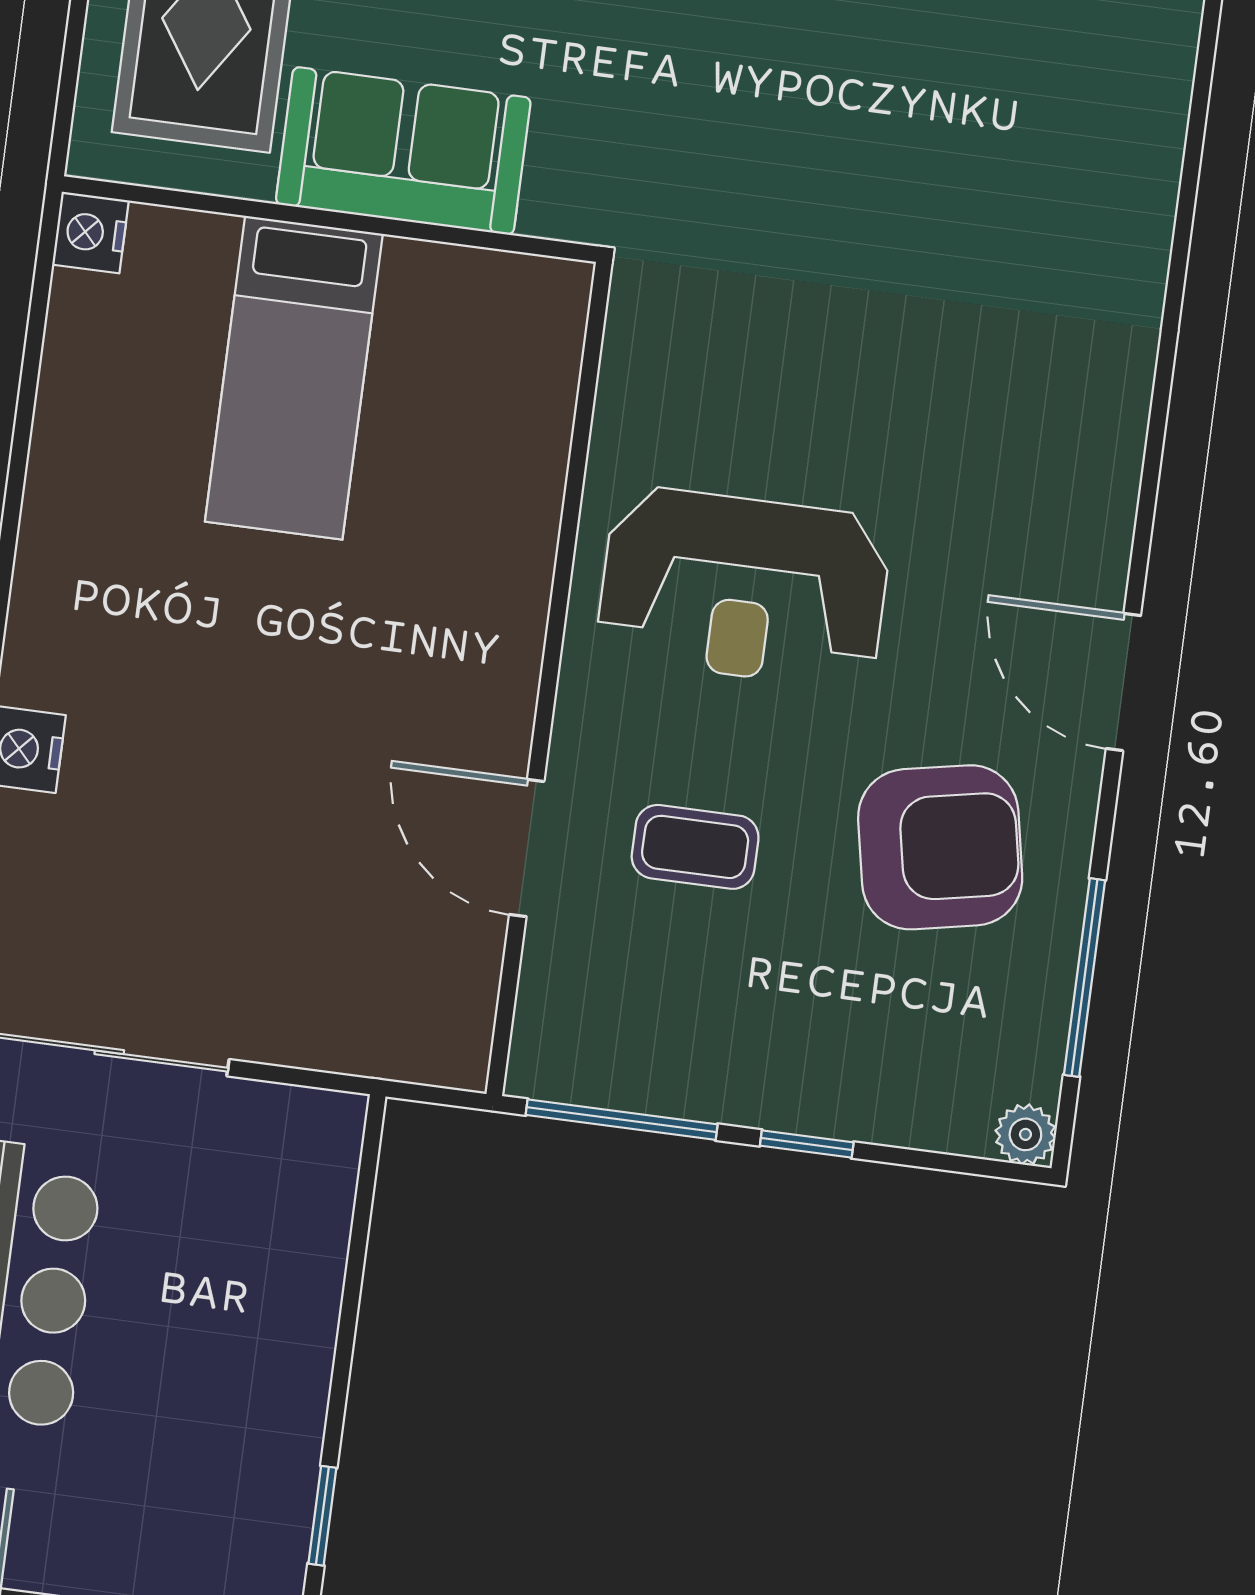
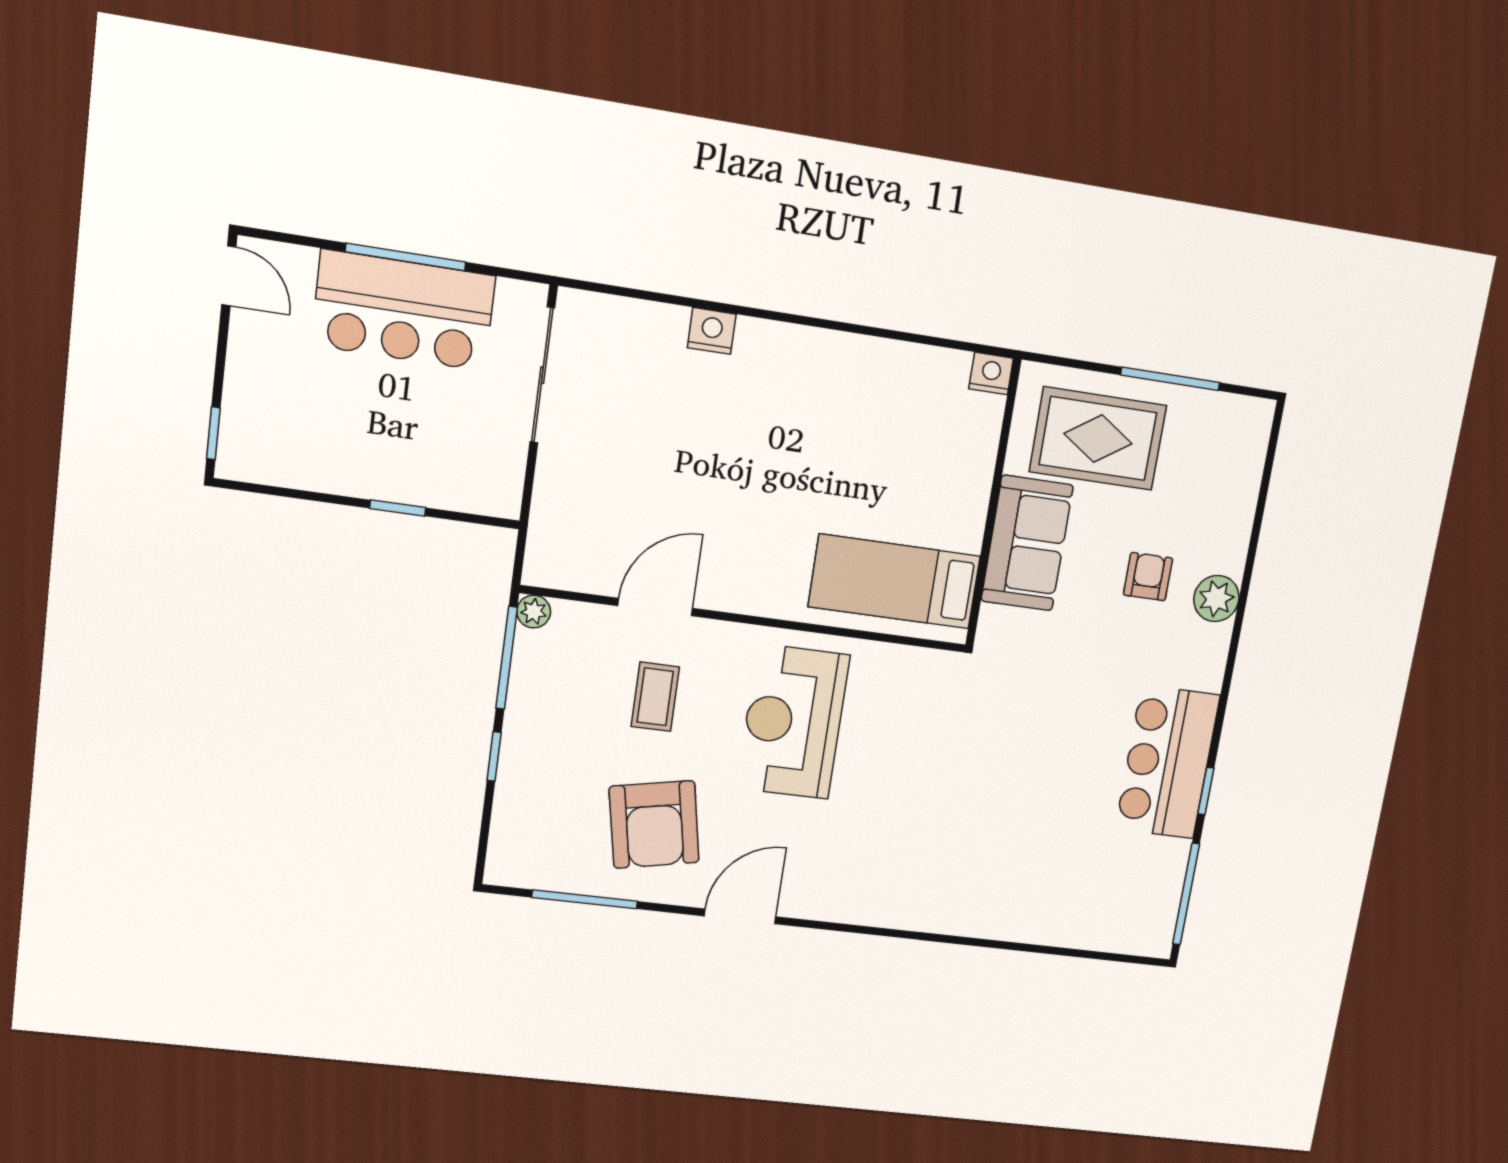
bed: (294, 378) -> (894, 581), moved
plant: (1025, 1134) -> (534, 612), moved
window: (322, 1516) -> (398, 508), moved

